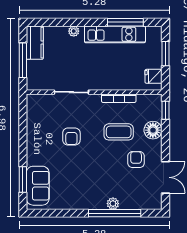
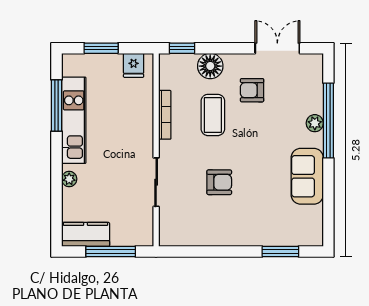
sofa: (38, 186) -> (307, 176), moved, turned -90

